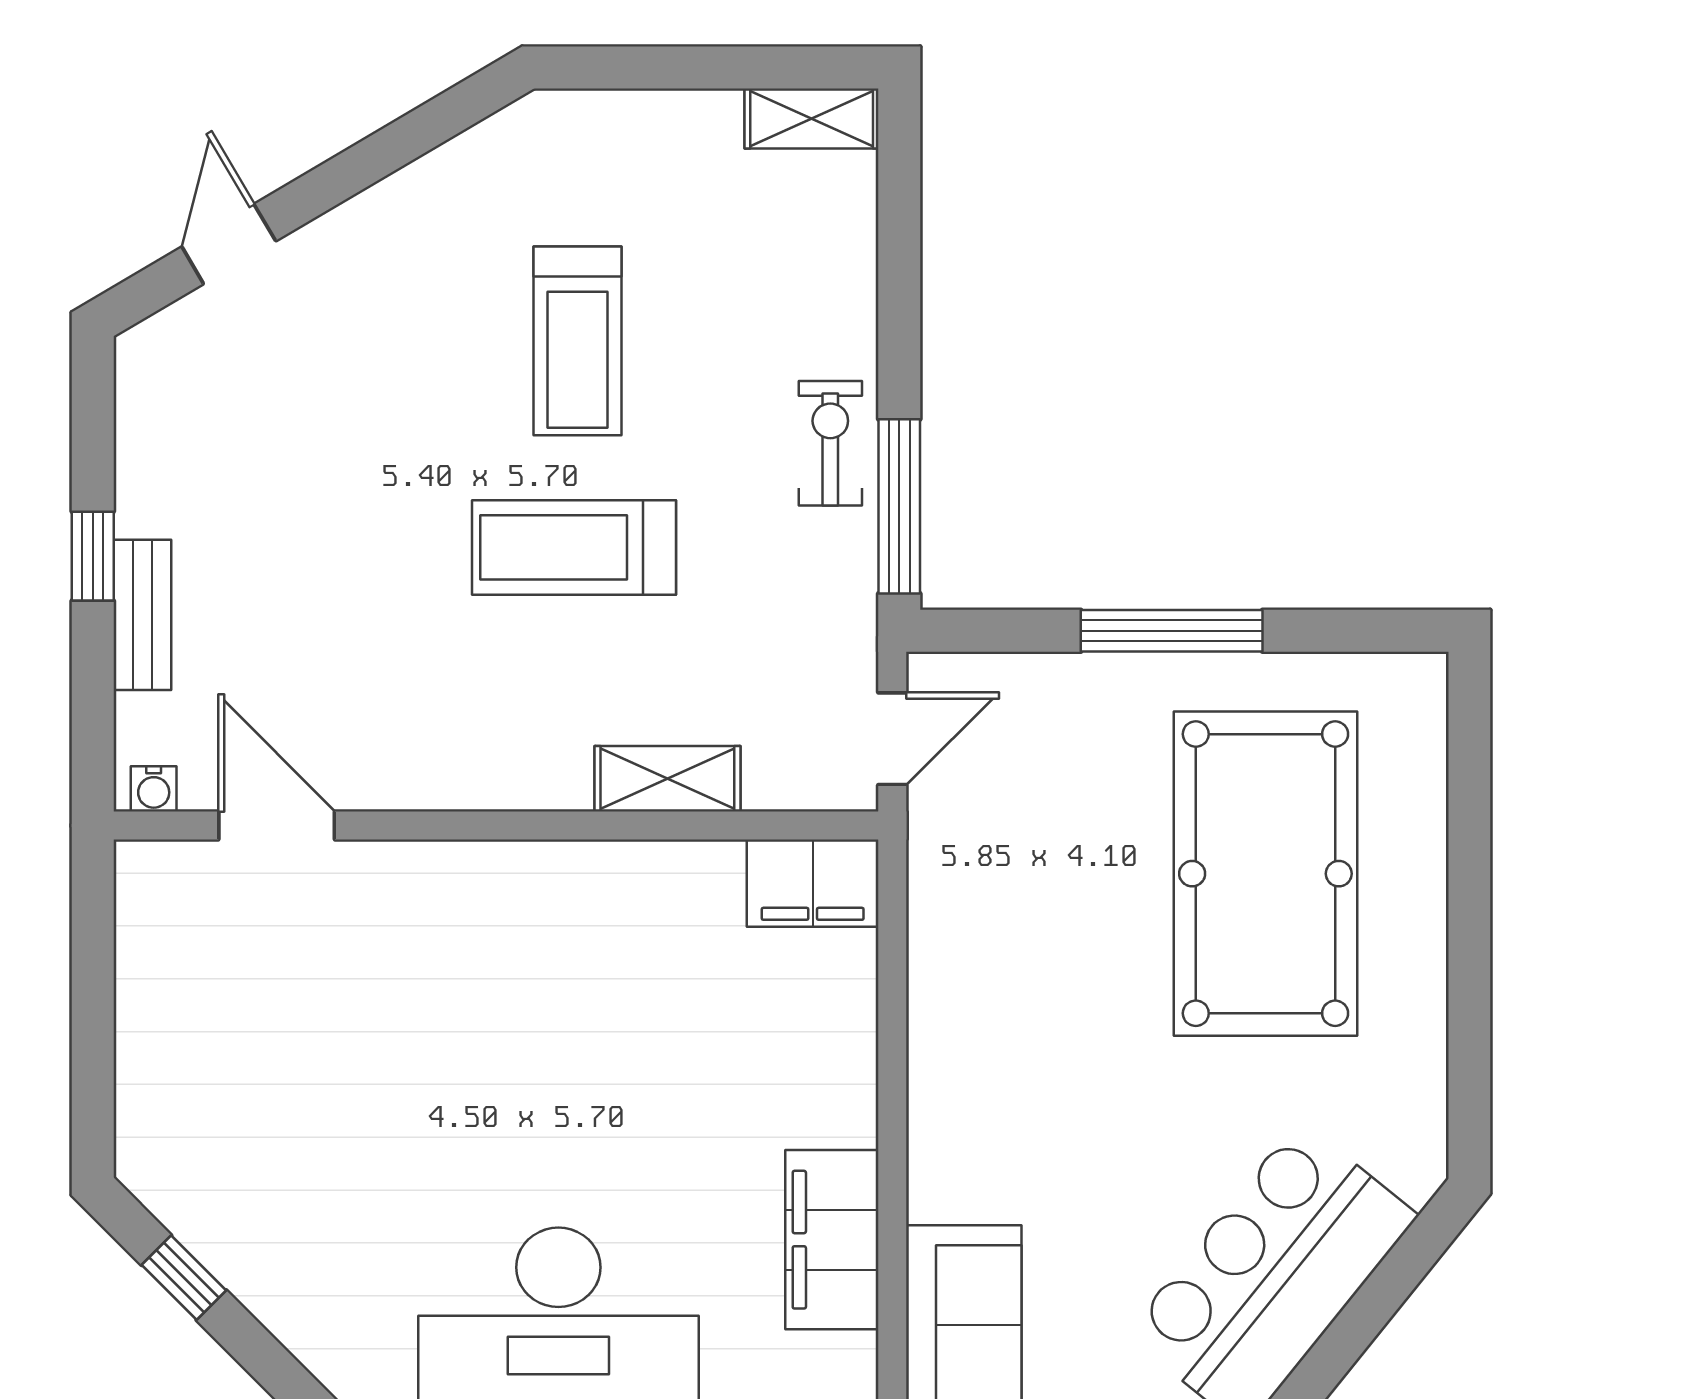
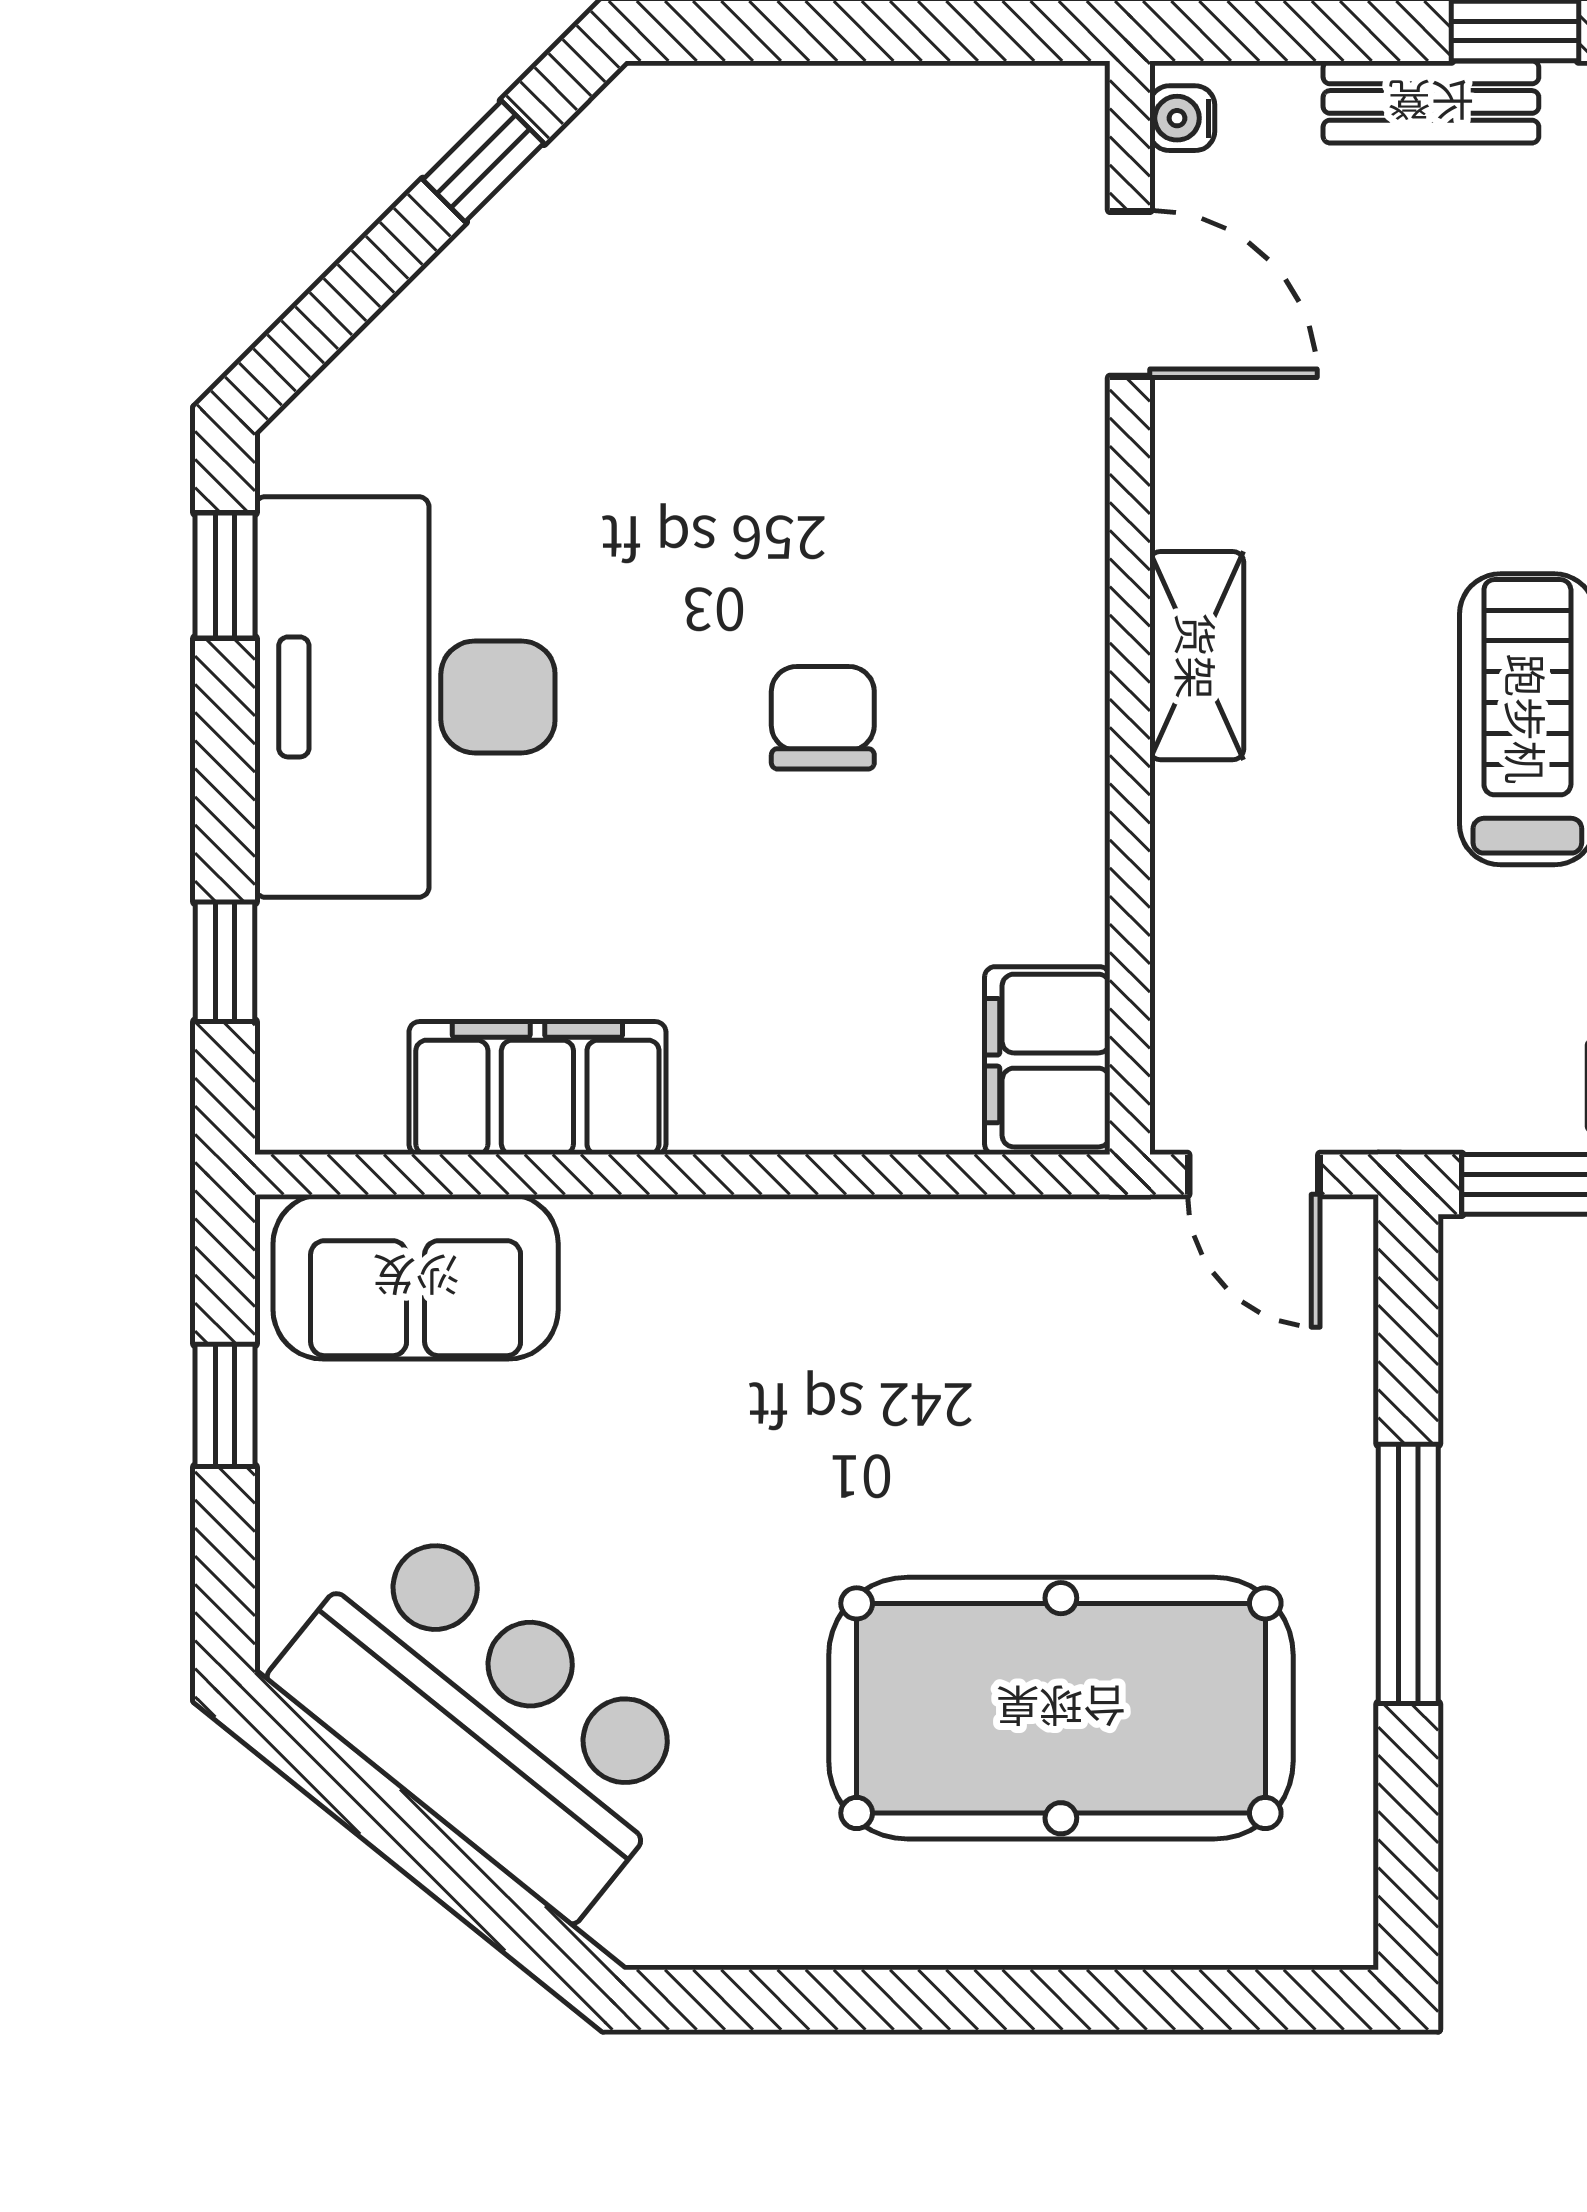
shelving: (667, 779) -> (1197, 656), moved
door: (277, 825) -> (1130, 294), hinge flipped
chair: (573, 1040) -> (823, 718), added

